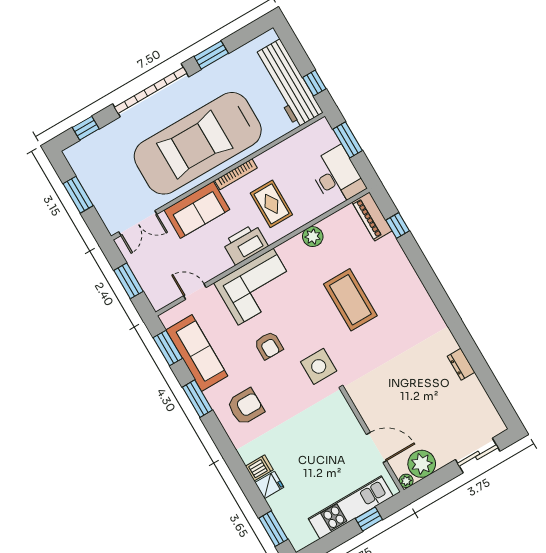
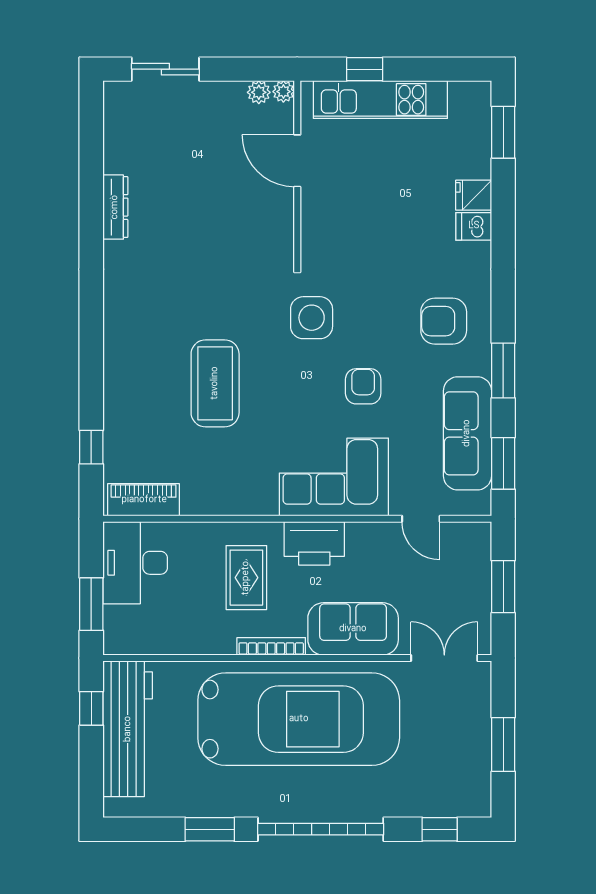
piano: (372, 216) -> (144, 500), moved, turned -90
plant: (313, 237) -> (216, 500), removed
dresser: (461, 364) -> (115, 207), width x1.44
plant: (422, 464) -> (259, 92), width x0.53, depth x0.53

